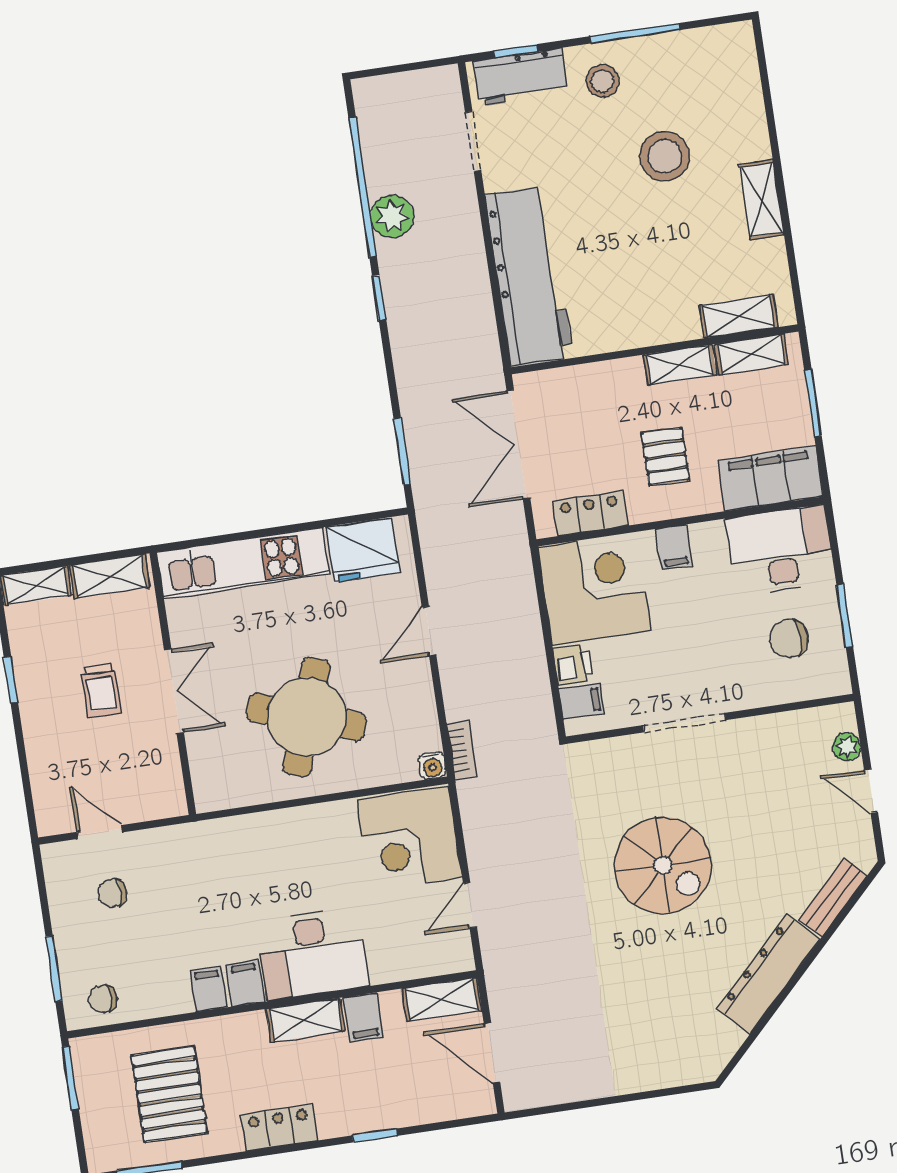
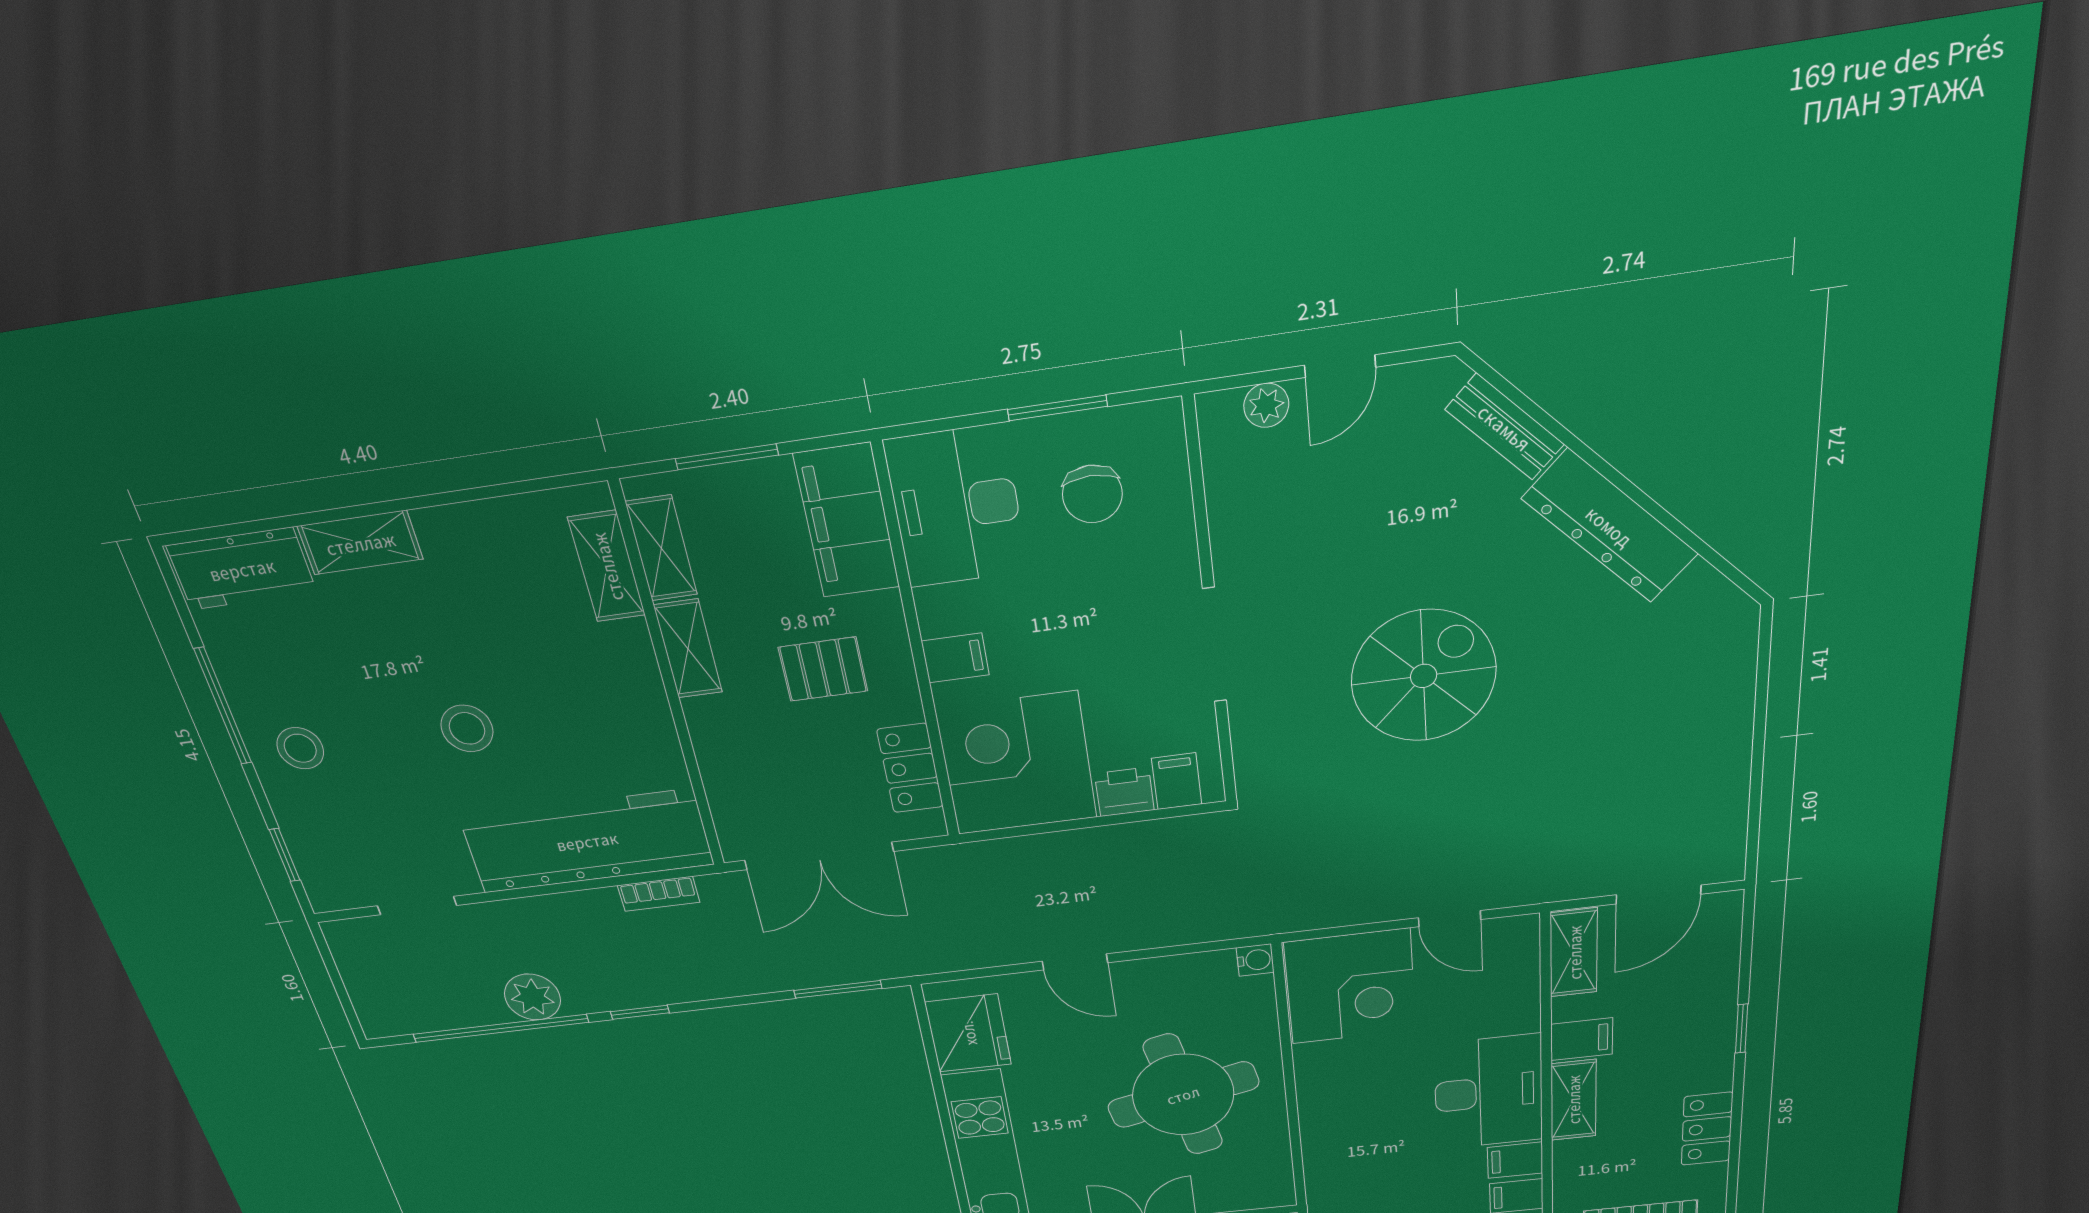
workbench: (521, 77) -> (242, 569), moved, turned 90
stool: (665, 156) -> (467, 728), moved, width x0.73, depth x0.73
shelving: (762, 200) -> (360, 543), moved
round table: (306, 717) -> (1183, 1095), turned -32
bookcase: (462, 750) -> (659, 894), moved, turned 180

